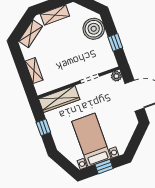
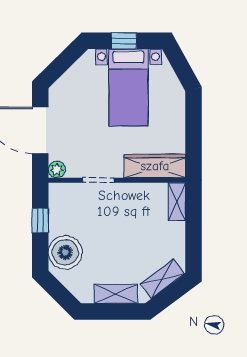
shelving: (34, 71) -> (177, 202), moved
window: (43, 127) -> (194, 132), removed

